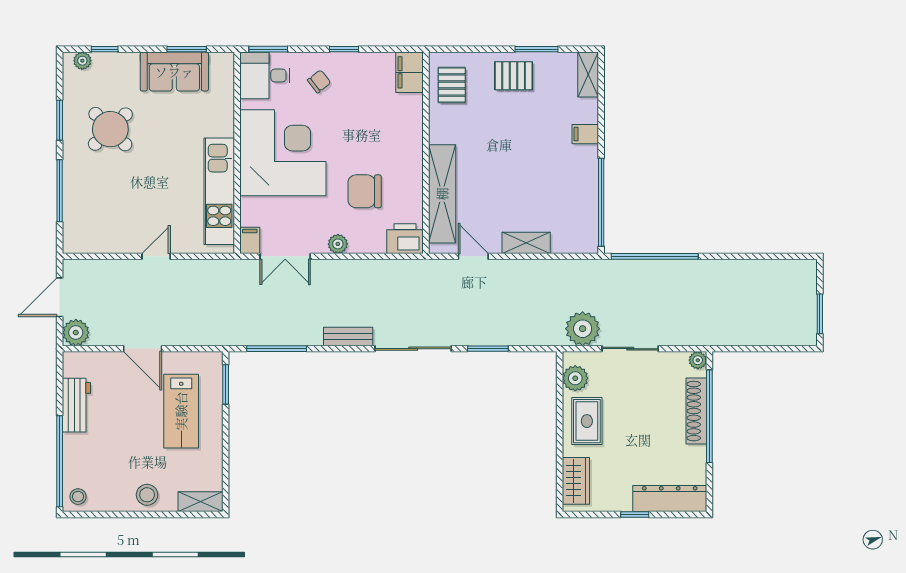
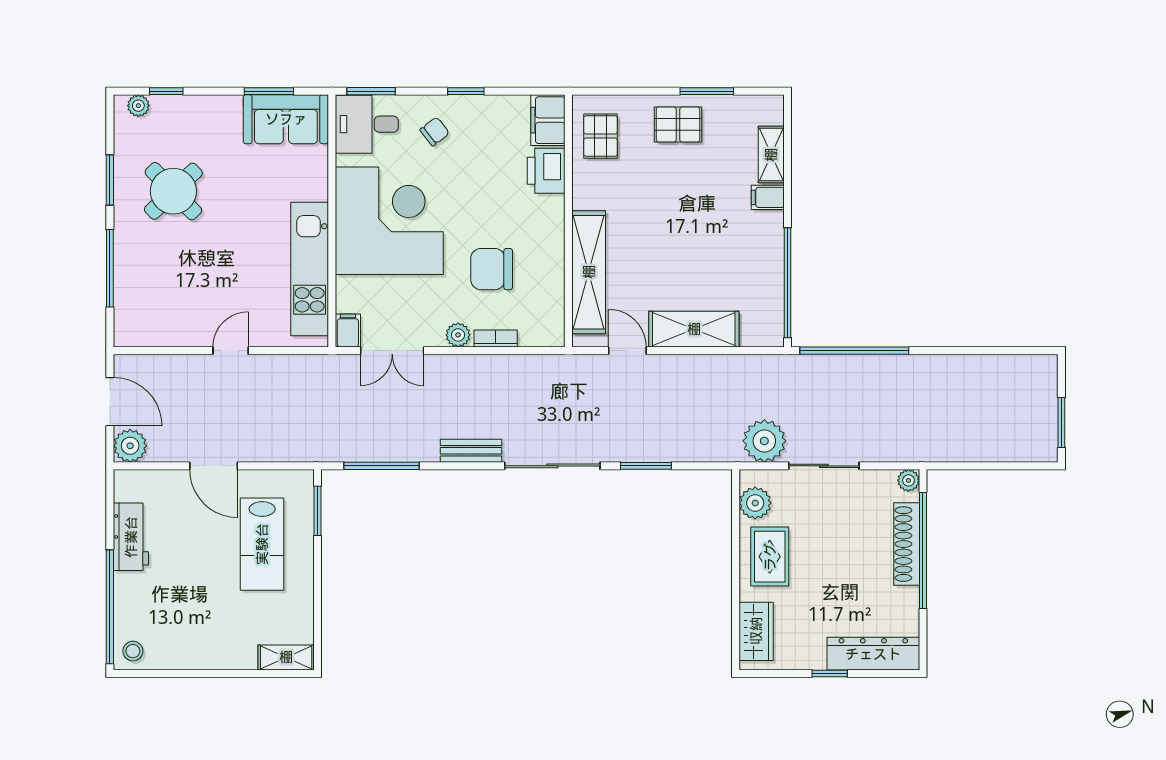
sofa: (174, 72) -> (286, 119), moved
shelving: (588, 75) -> (771, 155), moved
printer: (405, 239) -> (546, 171), moved, turned -90
shelving: (526, 243) -> (694, 329), width x1.50, depth x1.33
bookcase: (368, 247) -> (496, 339), added
door: (60, 297) -> (110, 402), swing flipped
stool: (147, 495) -> (219, 649), removed

